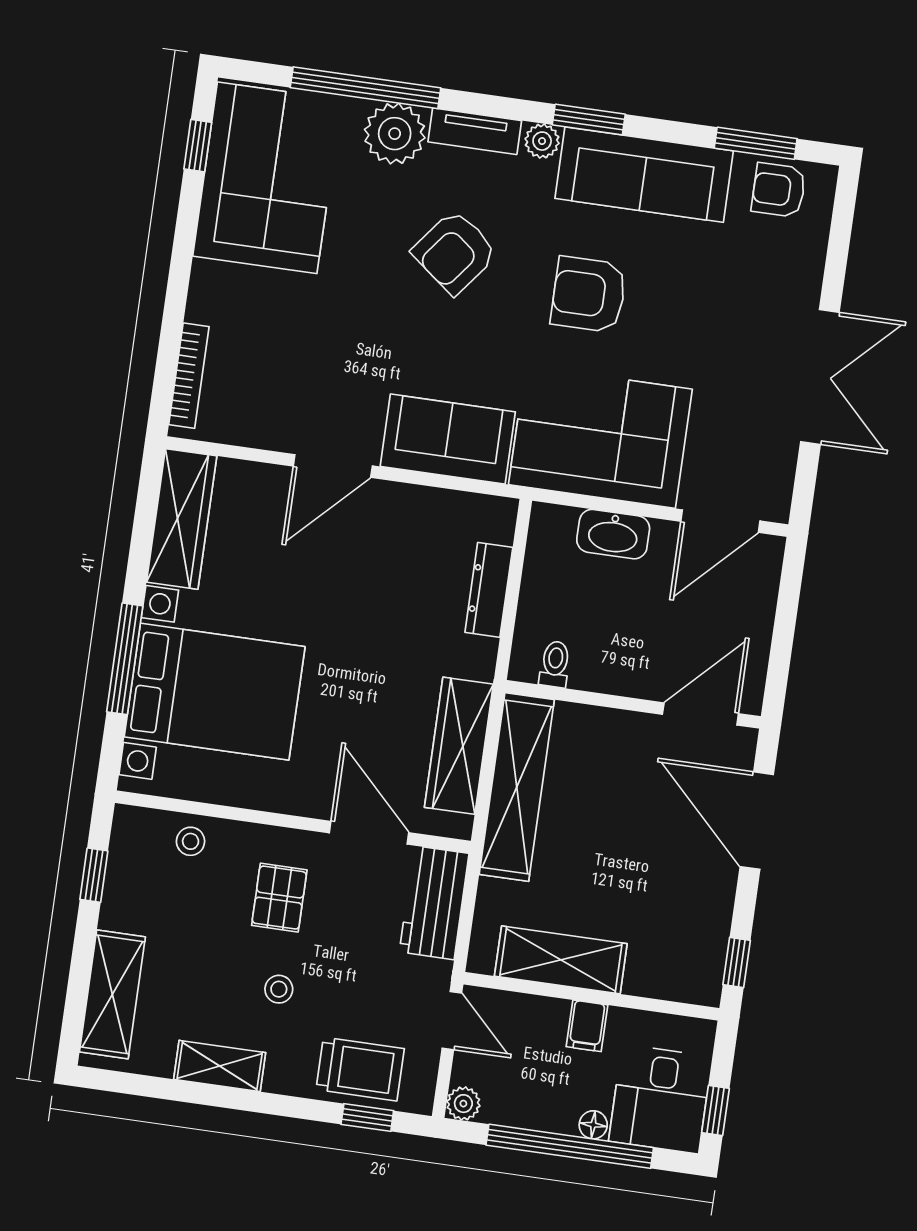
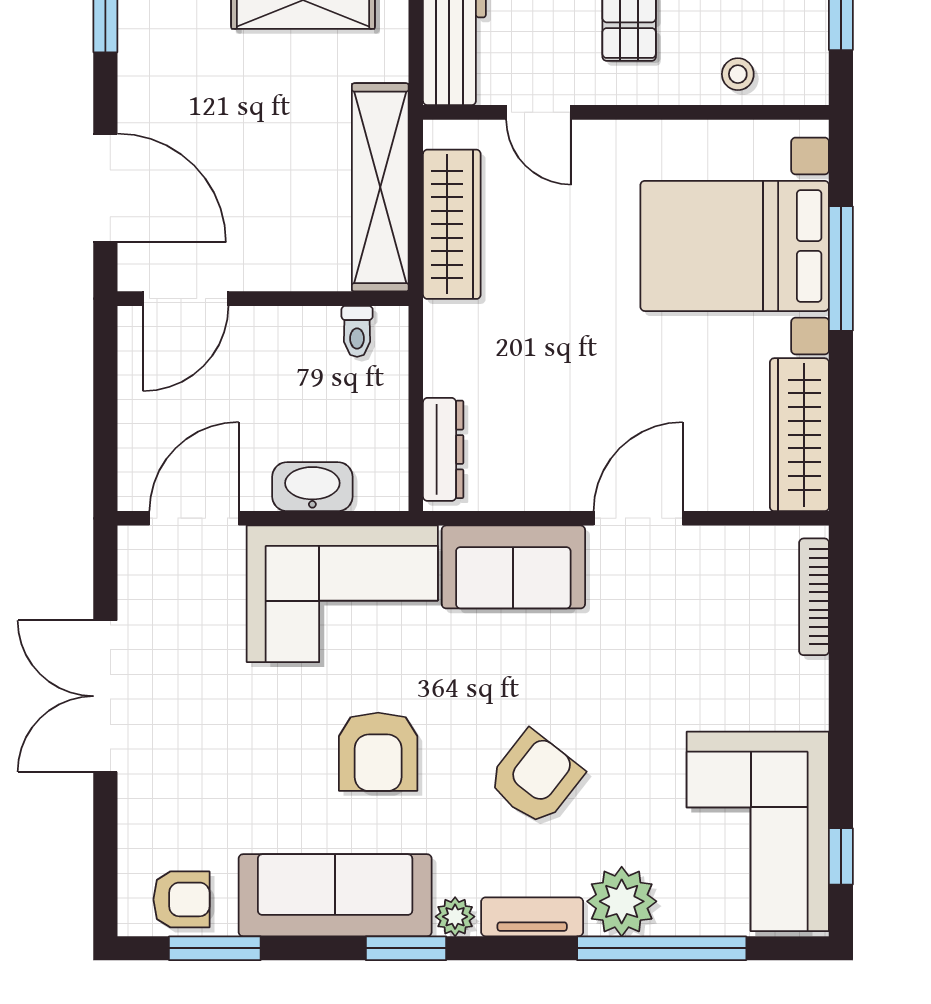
armchair: (589, 295) -> (378, 752), turned 90
dresser: (489, 590) -> (443, 449), moved
door: (369, 833) -> (539, 112), width x0.73

